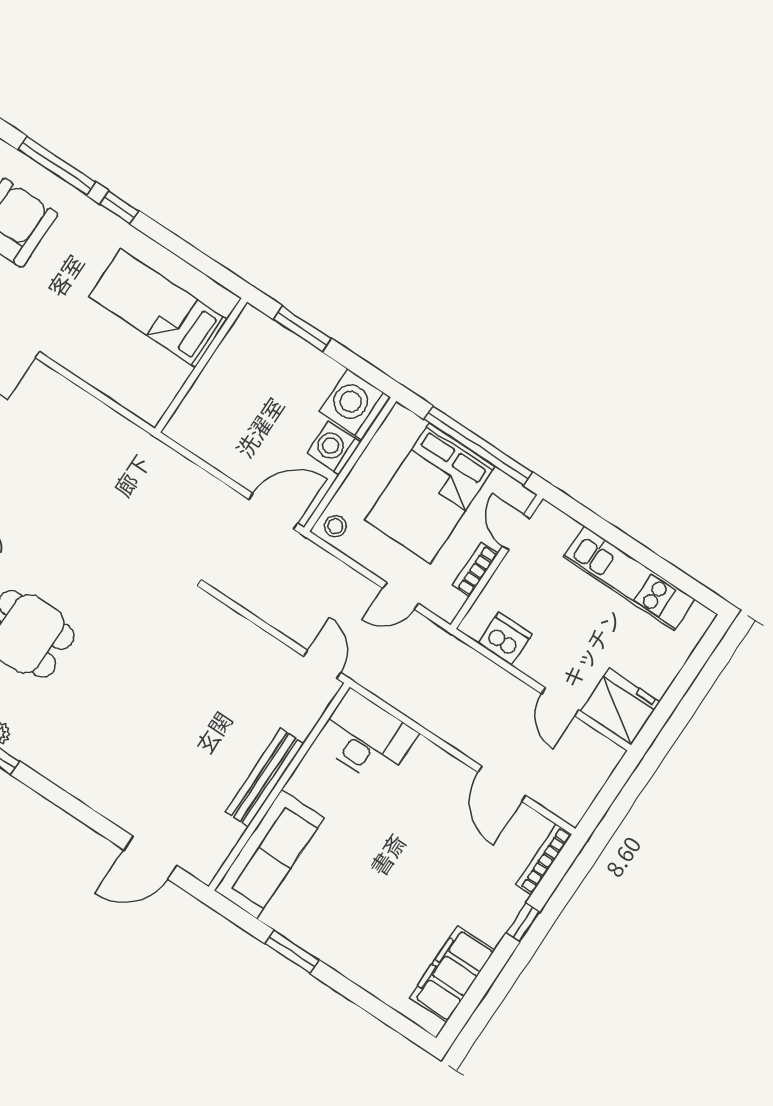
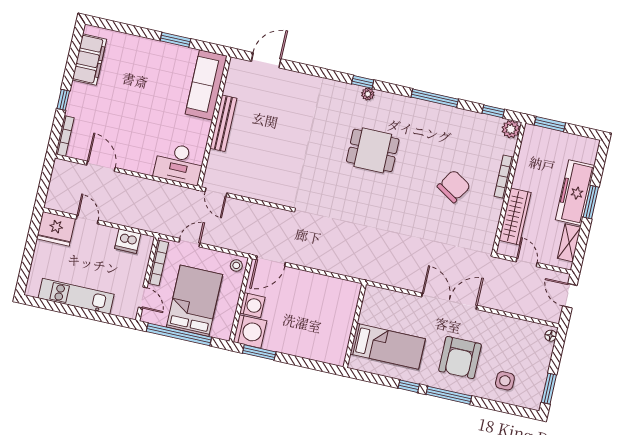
bed: (158, 308) -> (388, 346), moved
window: (302, 329) -> (259, 352), moved
wall: (201, 365) -> (355, 326), moved
bookcase: (475, 569) -> (158, 263), width x1.56

